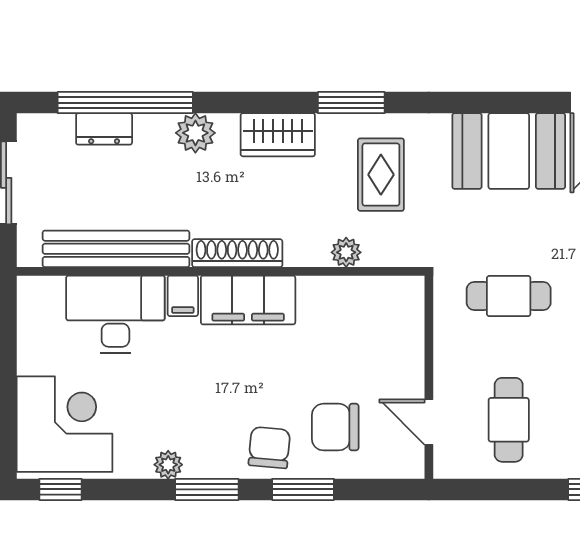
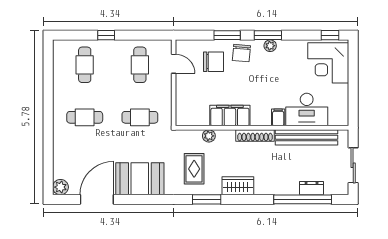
plant: (195, 133) -> (273, 186), removed
filing cabinet: (248, 300) -> (230, 116), moved
plant: (168, 465) -> (270, 46), moved

